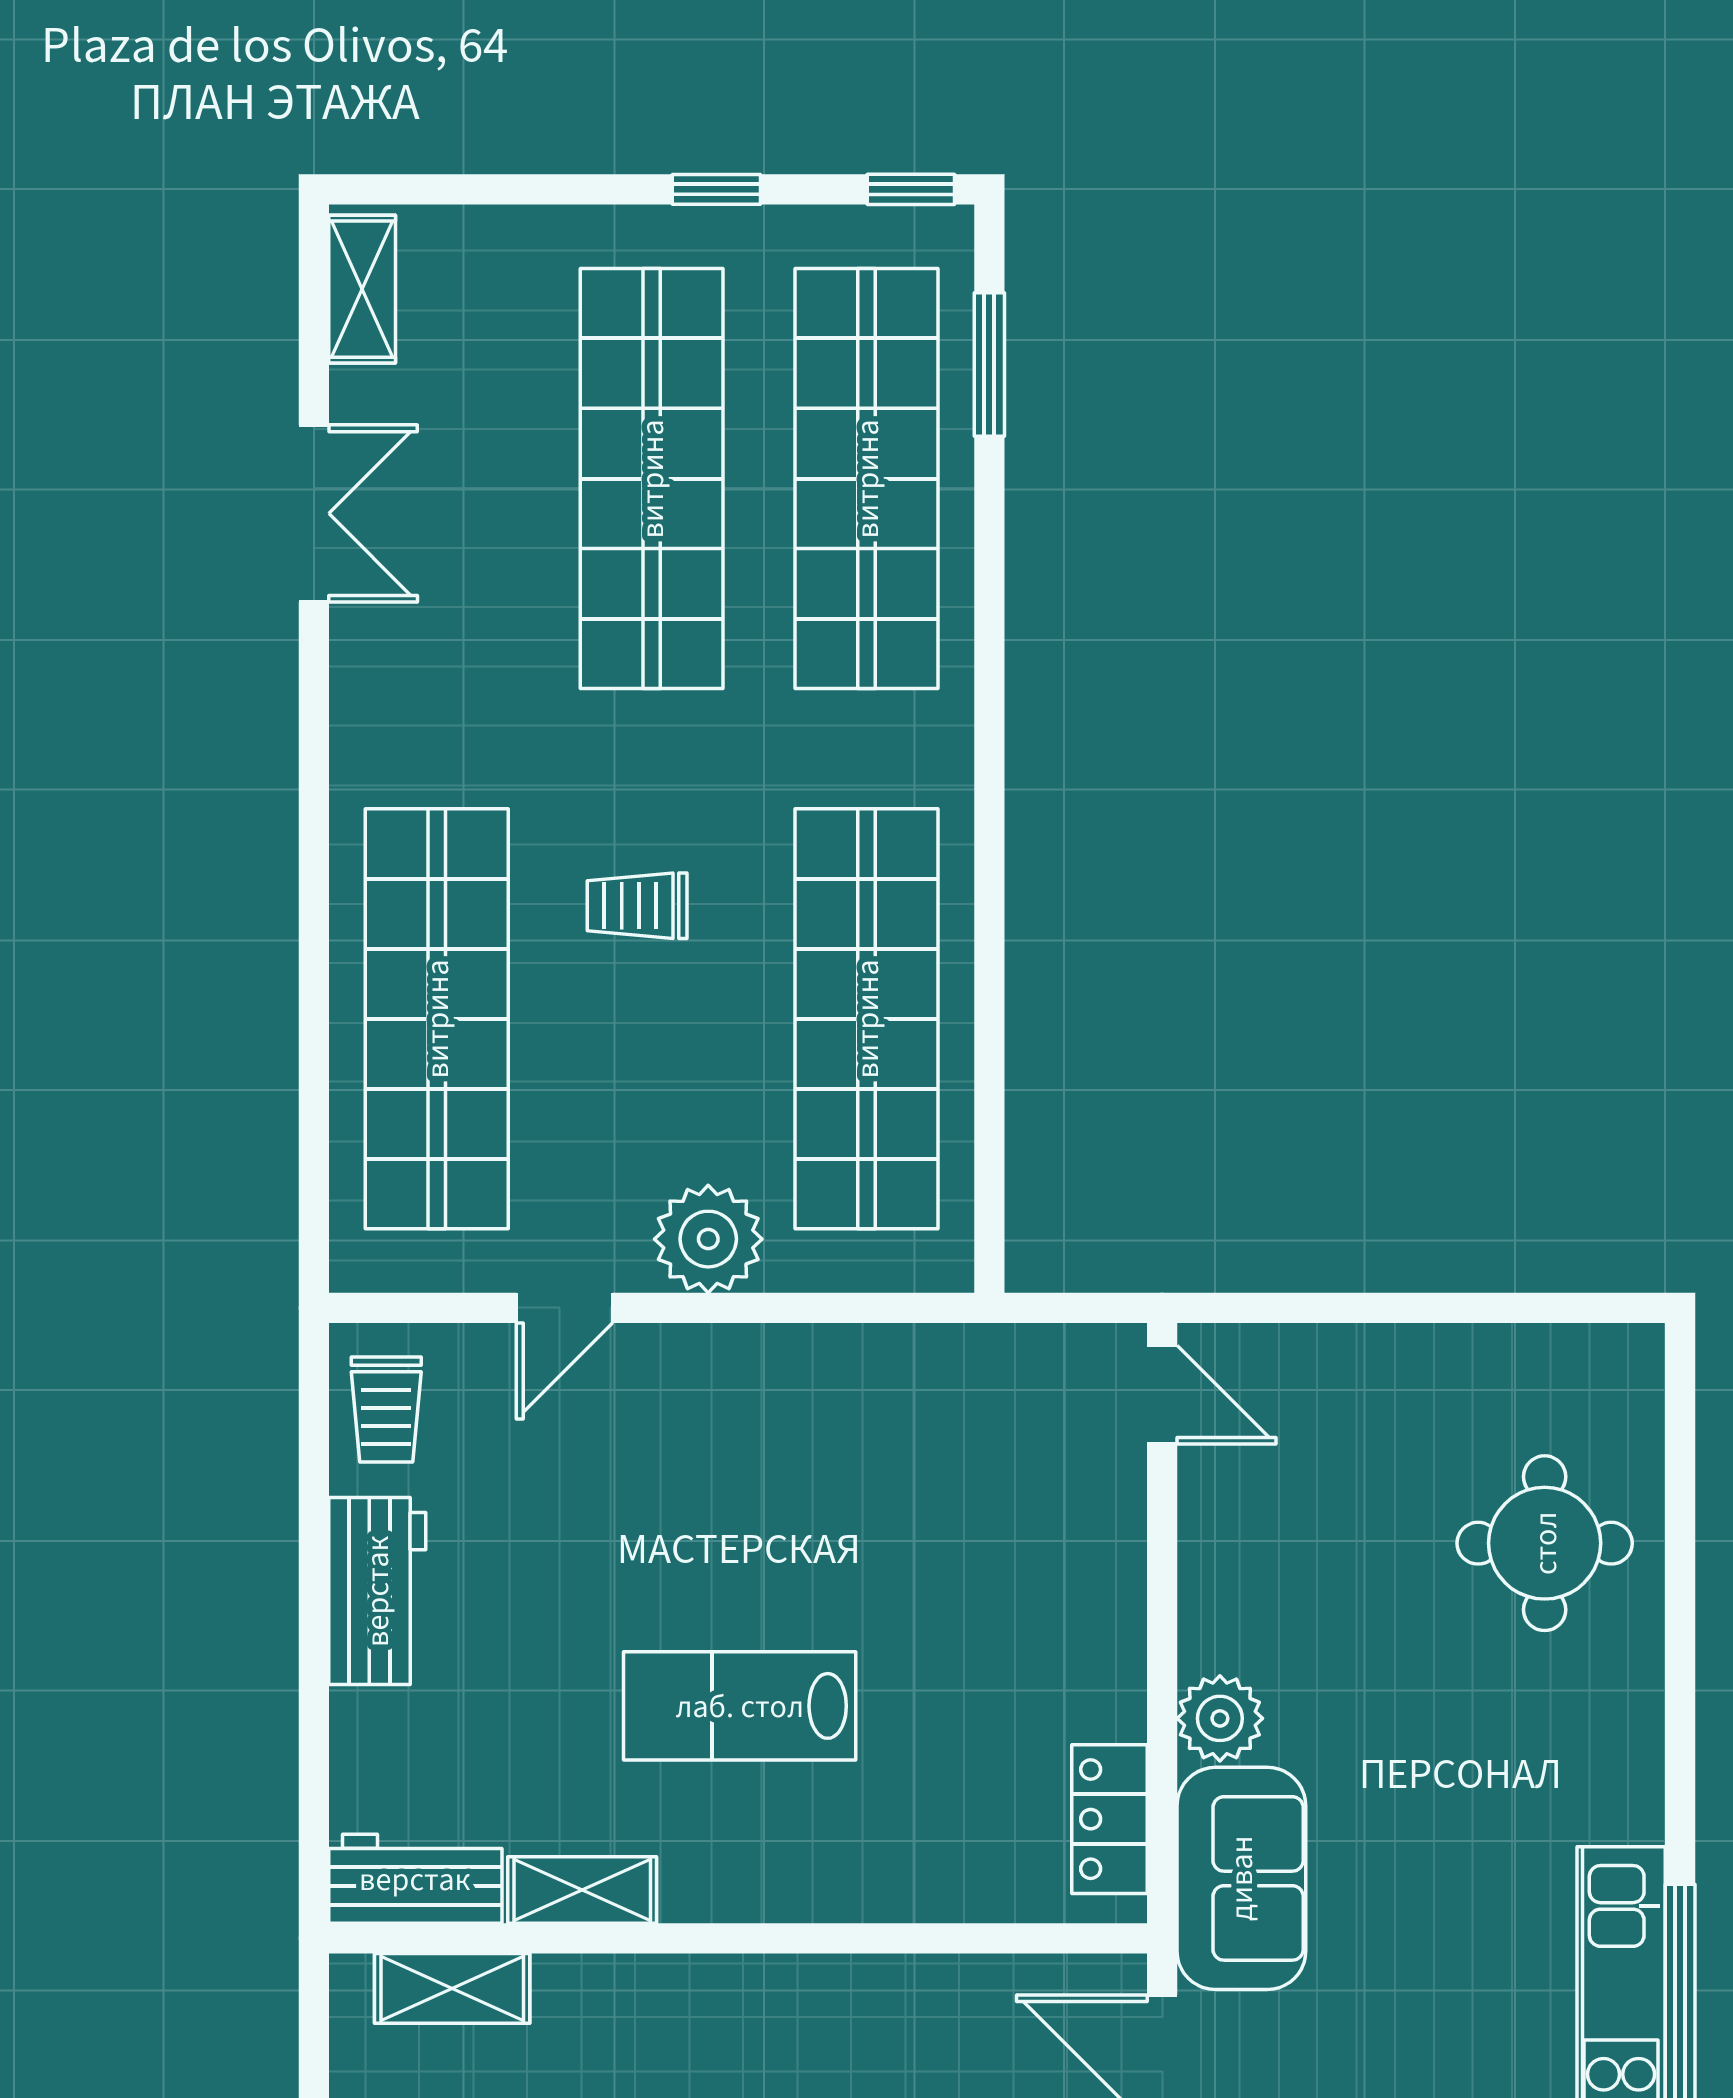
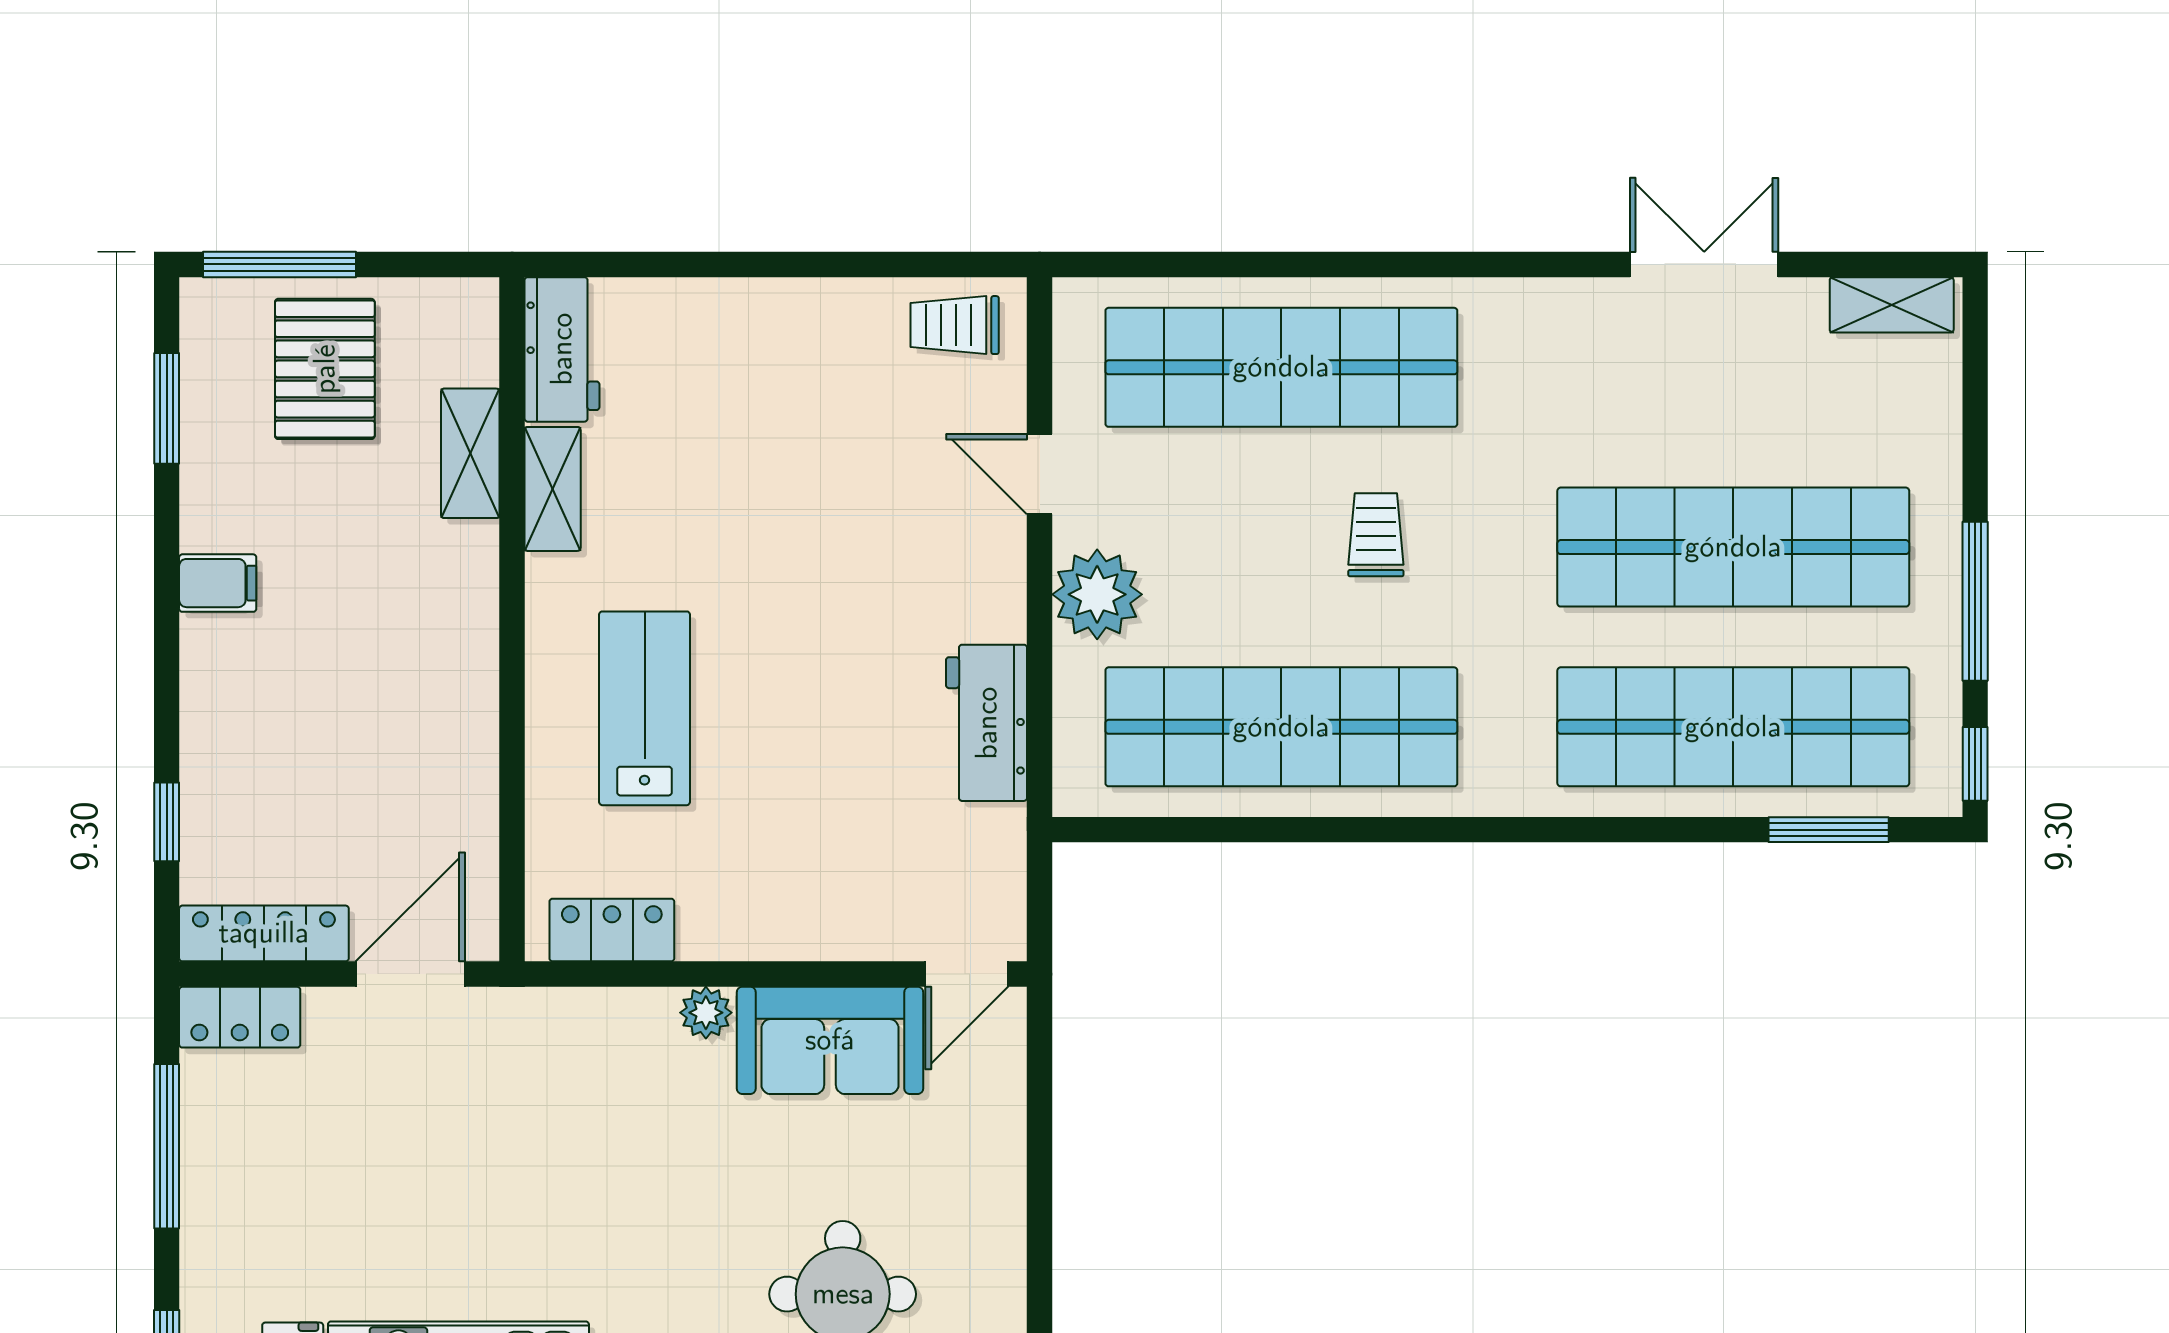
window: (716, 189) -> (1975, 601), width x2.17
double door: (314, 513) -> (1704, 264), swing flipped
workbench: (377, 1591) -> (987, 723), moved, turned 90
lab bench: (740, 1706) -> (645, 708), moved
plant: (1220, 1718) -> (706, 1013), width x0.73, depth x0.73
sofa: (1241, 1878) -> (830, 1040), moved
shelving: (452, 1988) -> (470, 453), moved

